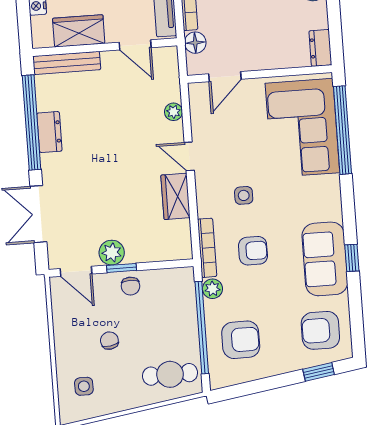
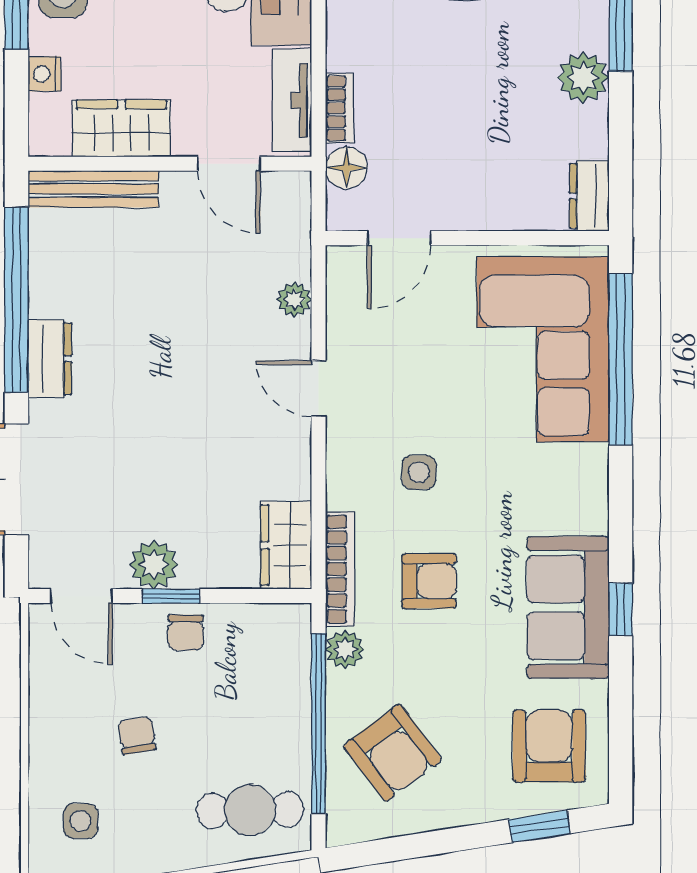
dresser: (49, 132) -> (50, 359), moved
wardrobe: (176, 196) -> (286, 545), moved
armchair: (320, 330) -> (549, 746), turned 90
armchair: (241, 340) -> (393, 753), turned 53

